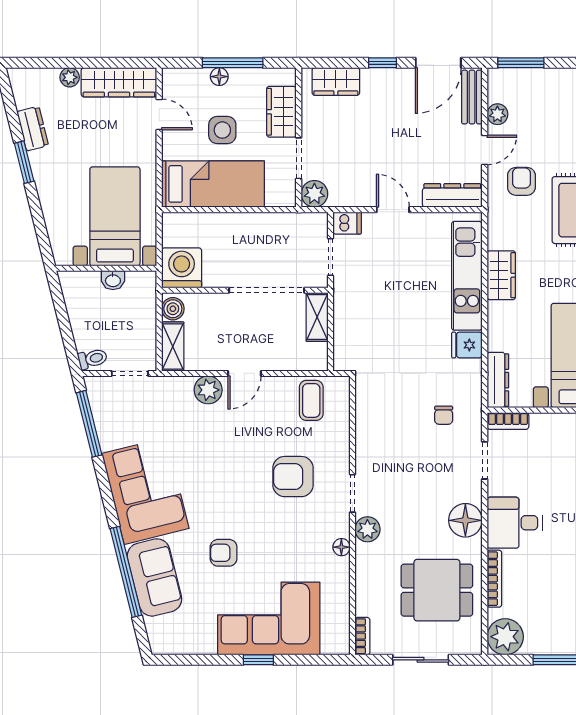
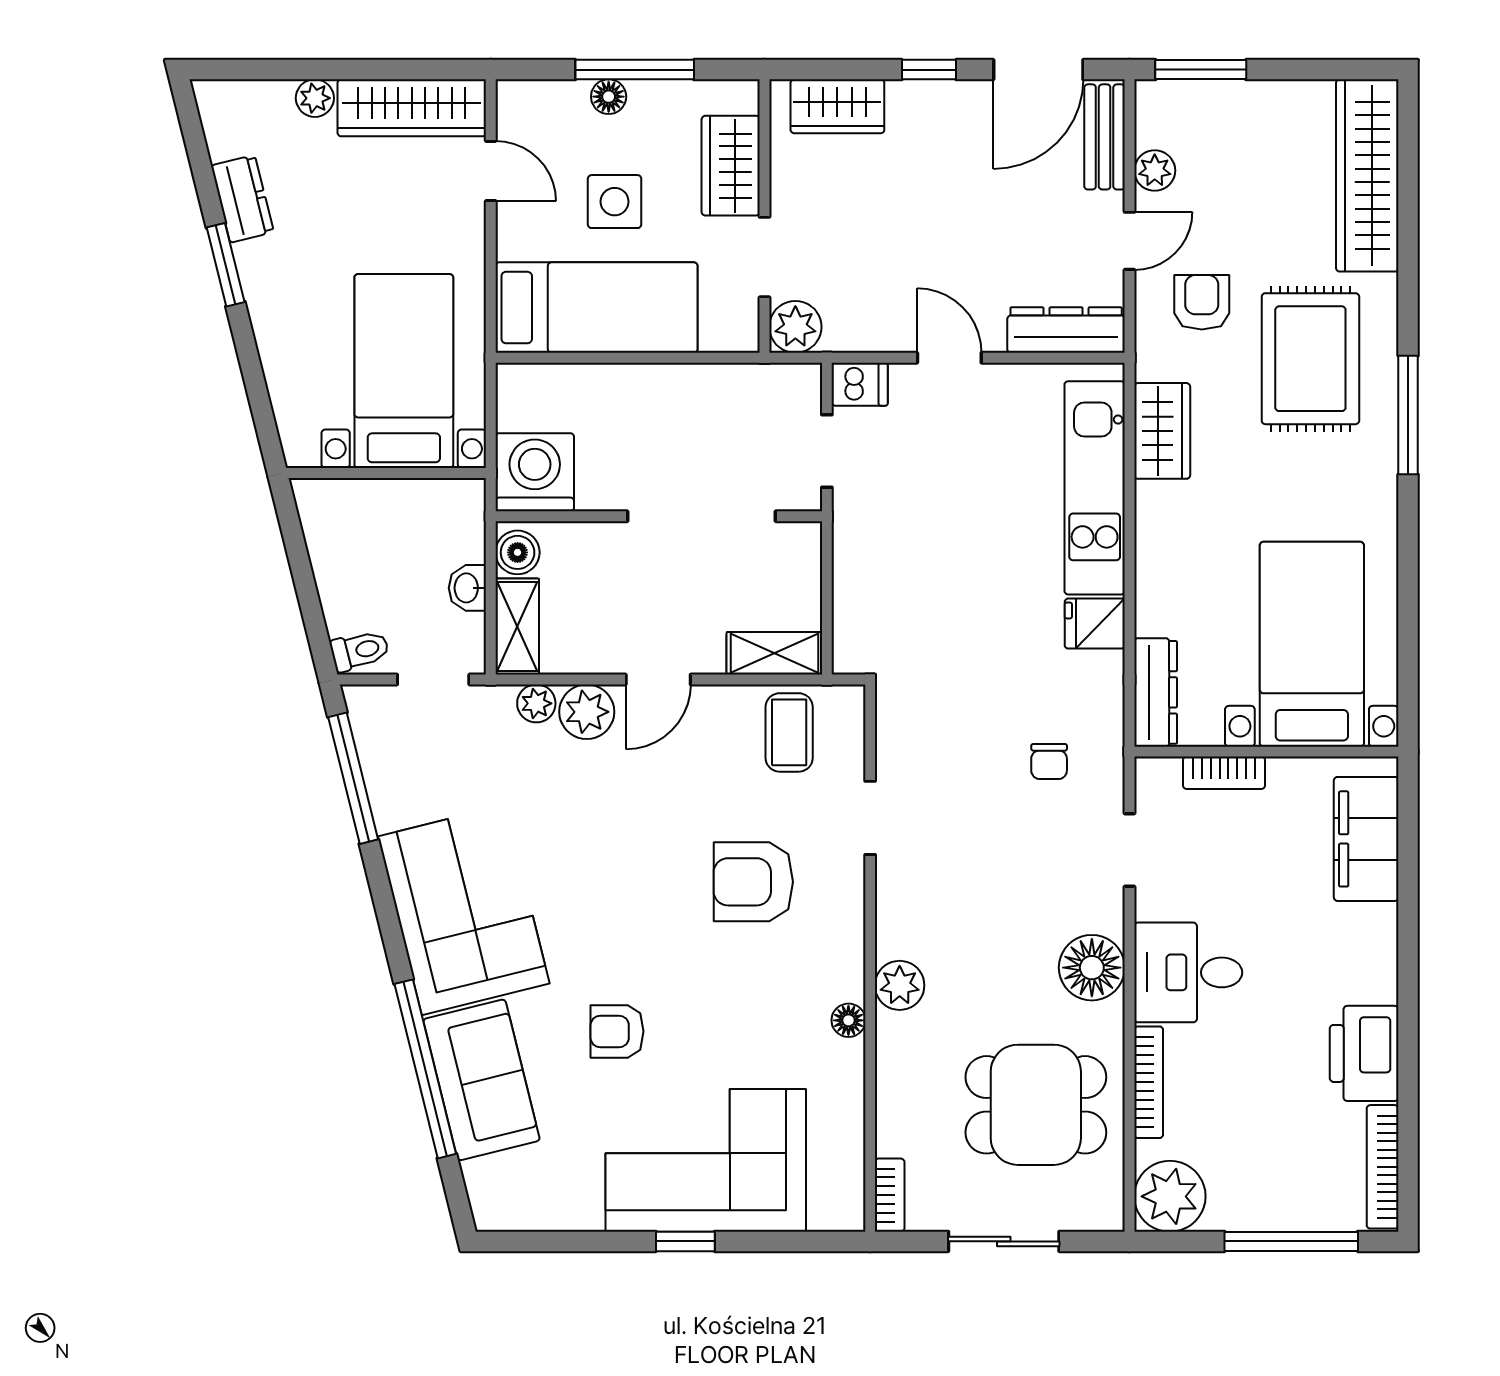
wardrobe: (501, 275) -> (1162, 431), moved
washbasin: (113, 280) -> (467, 588), moved, turned 90
shelving: (317, 317) -> (774, 653), moved, turned 90
plant: (182, 386) -> (536, 703), added
bookcase: (508, 421) -> (1224, 773), moved
doorway: (352, 493) -> (870, 818), moved

